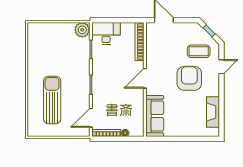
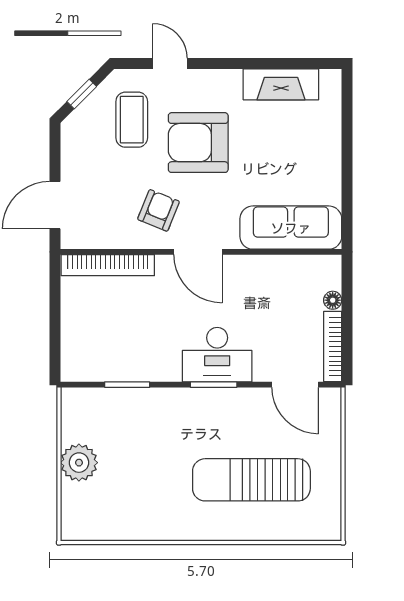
plant: (82, 30) -> (79, 463), moved
desk: (106, 33) -> (217, 355), moved, turned -90
armchair: (162, 62) -> (159, 210), added

